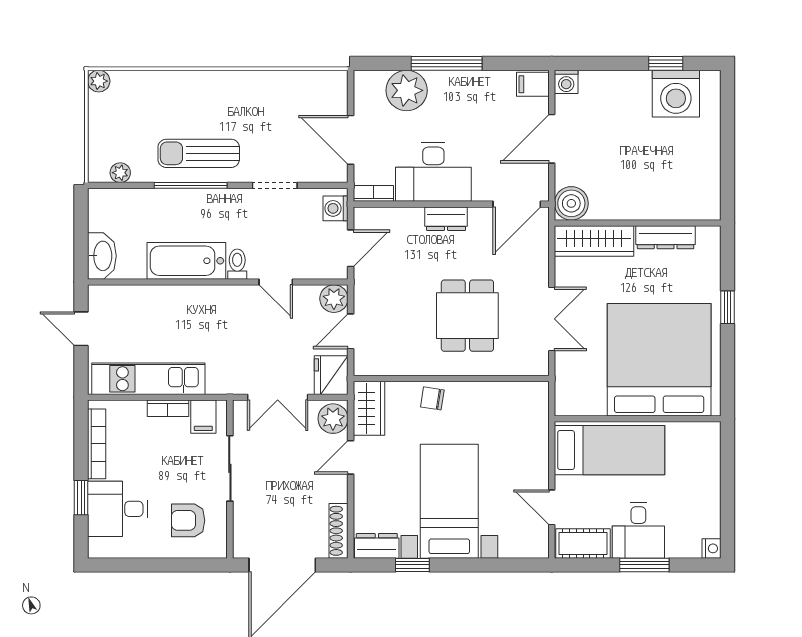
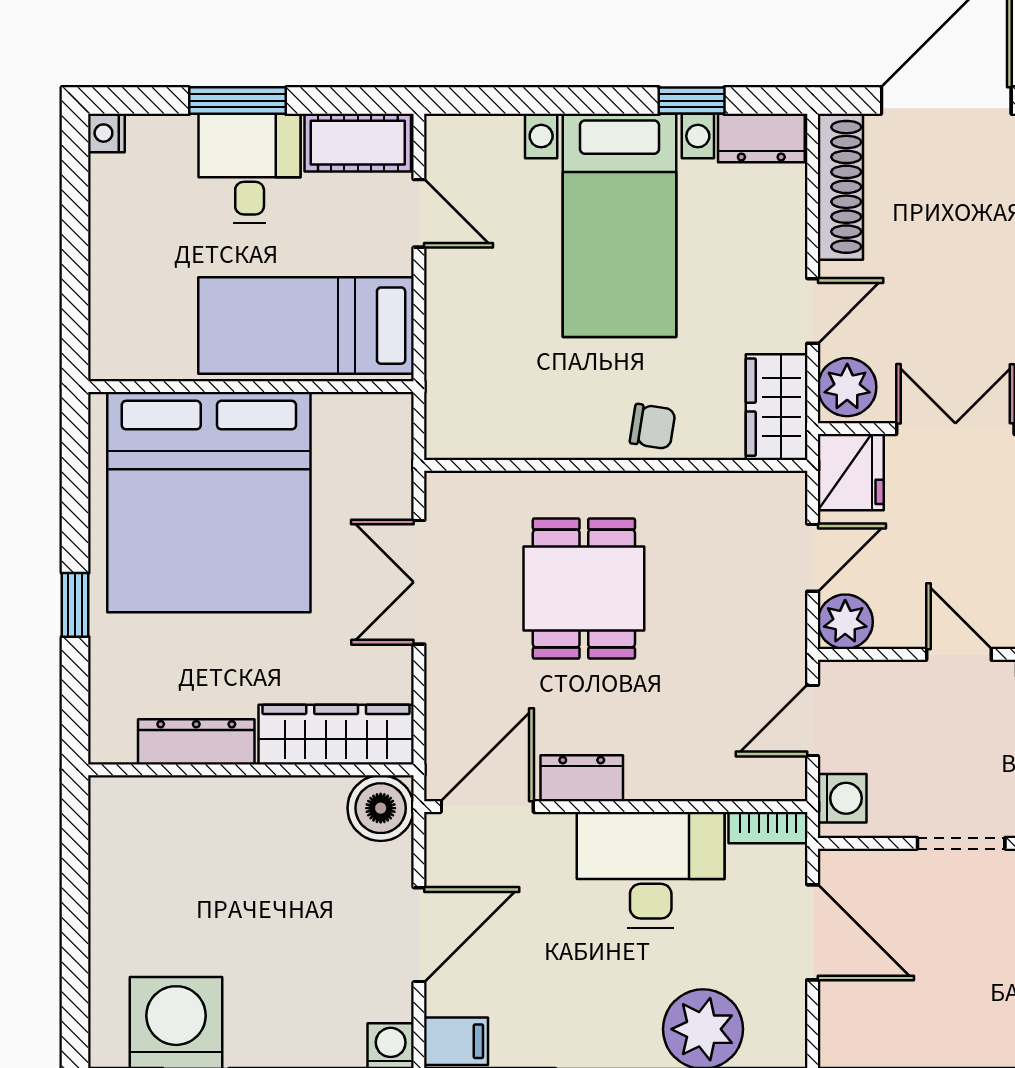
dresser: (446, 219) -> (582, 778), moved
shoe rack: (339, 531) -> (840, 187), width x1.36, depth x1.24

